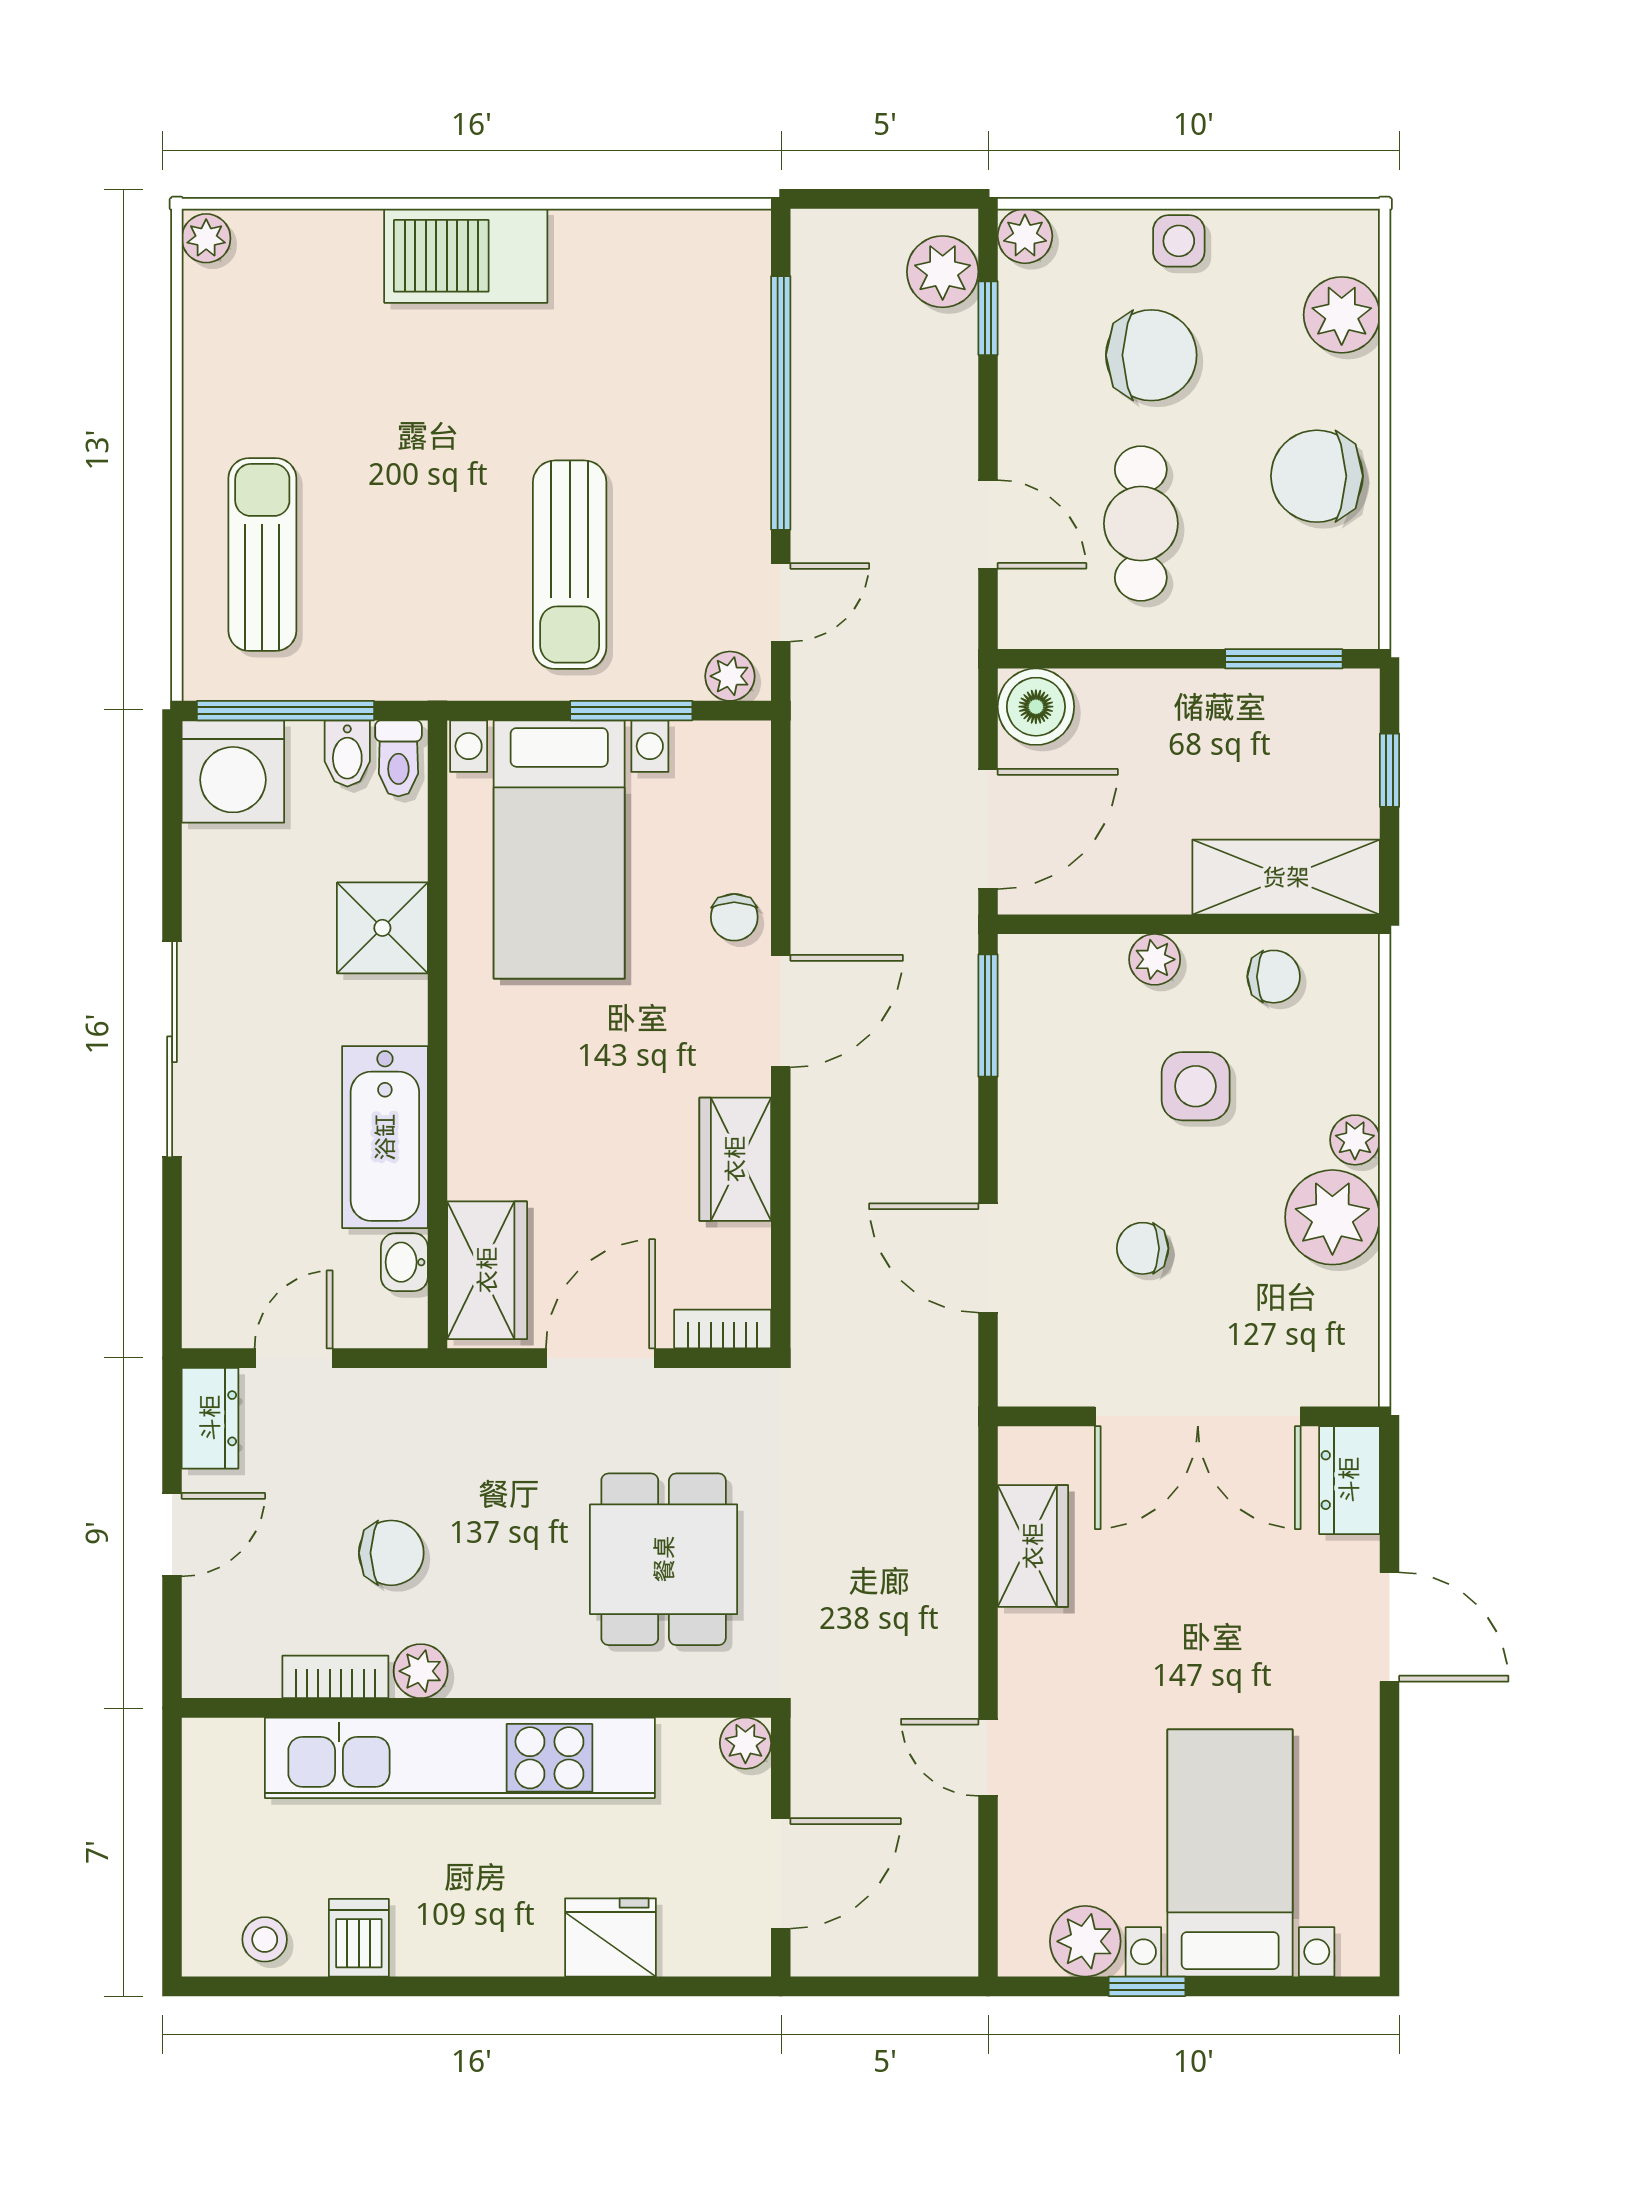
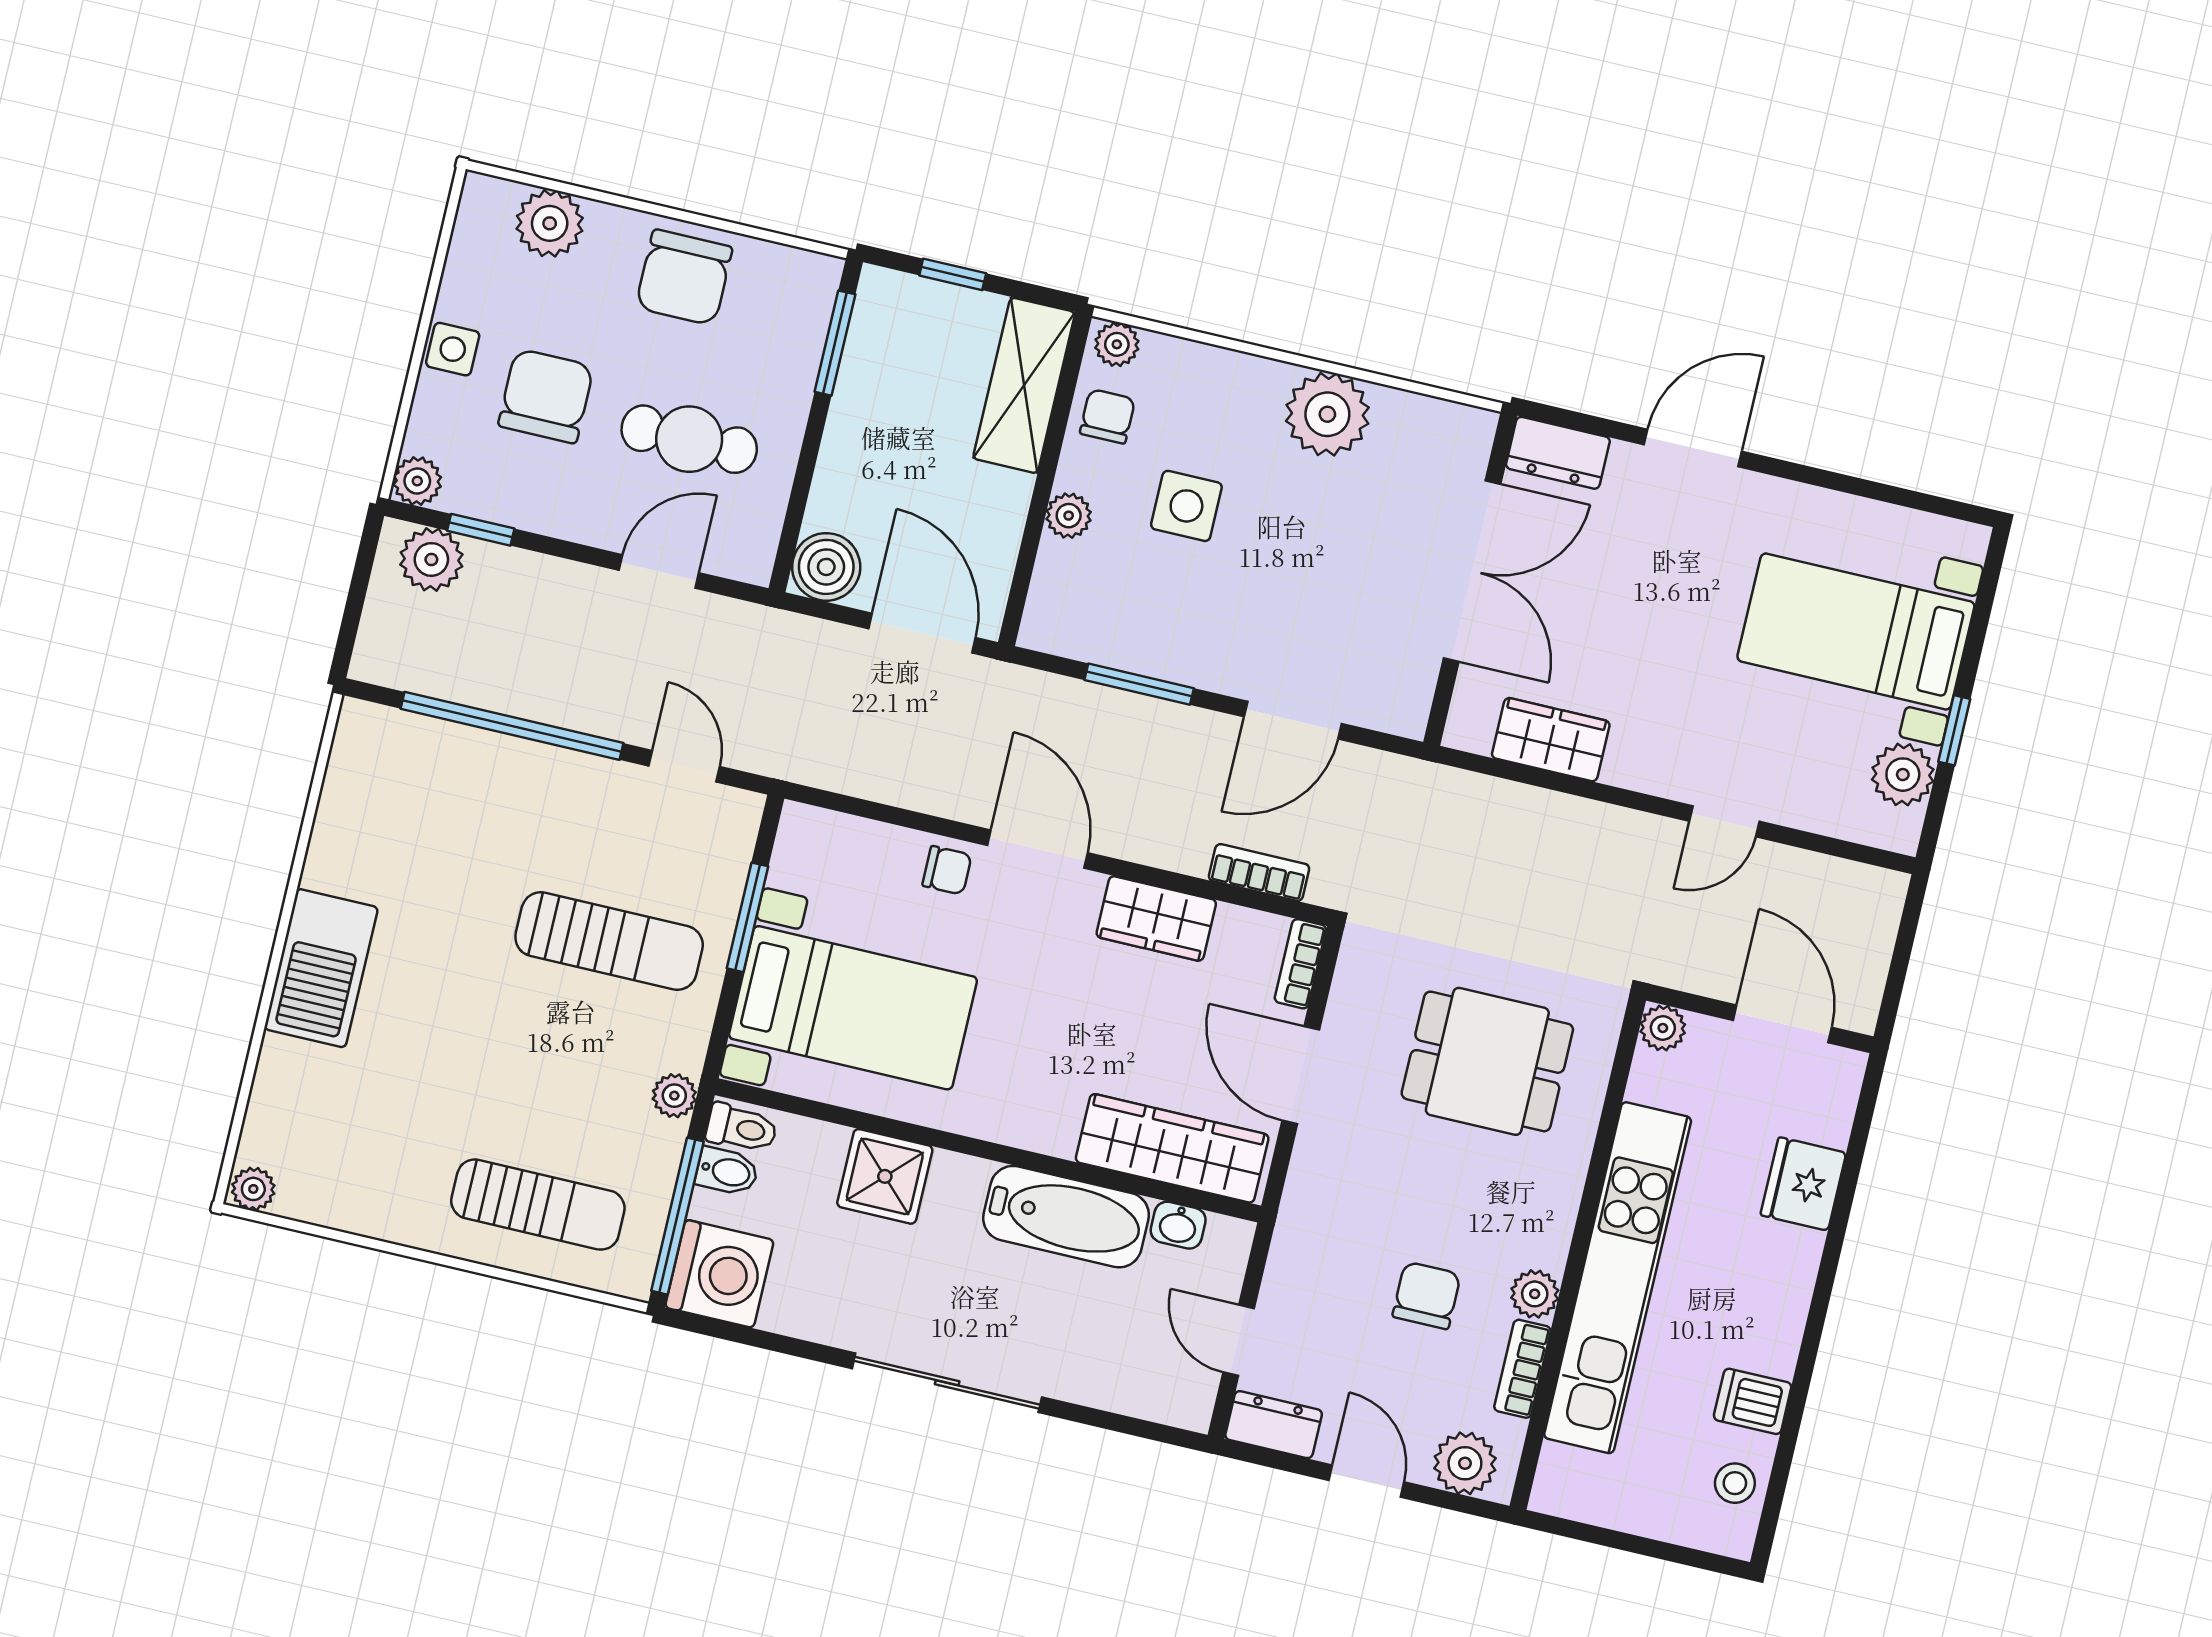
sun lounger: (262, 555) -> (538, 1205), turned 180
plant: (730, 676) -> (674, 1096), moved
window: (988, 1016) -> (1139, 684), moved
plant: (1355, 1140) -> (1117, 344), moved
chair: (1143, 1248) -> (1316, 585), removed
bookcase: (812, 1260) -> (1259, 873), added
wardrobe: (487, 1270) -> (1172, 1148), width x1.50
plant: (217, 1638) -> (1465, 1463), added

